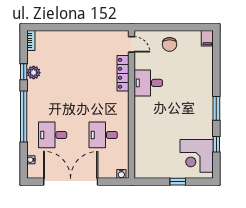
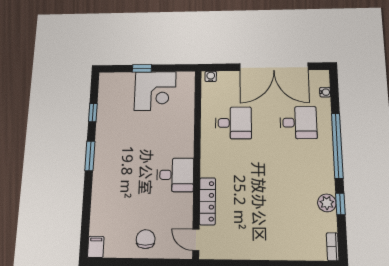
desk: (148, 83) -> (175, 175), moved
corner desk: (197, 156) -> (155, 91), moved, turned 90

